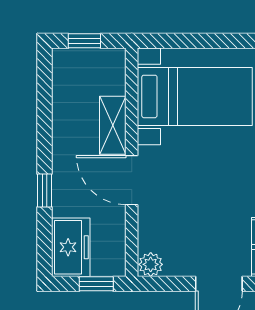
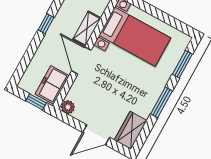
window: (45, 191) -> (46, 24), moved
freezer: (71, 247) -> (52, 85), moved, turned 180

